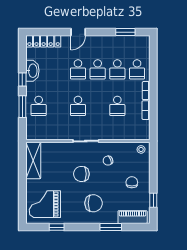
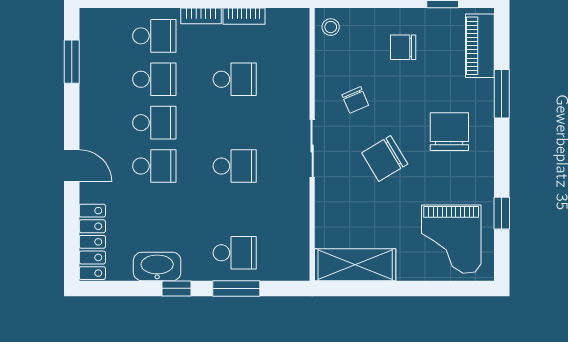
chair: (81, 174) -> (385, 158), turned 59

